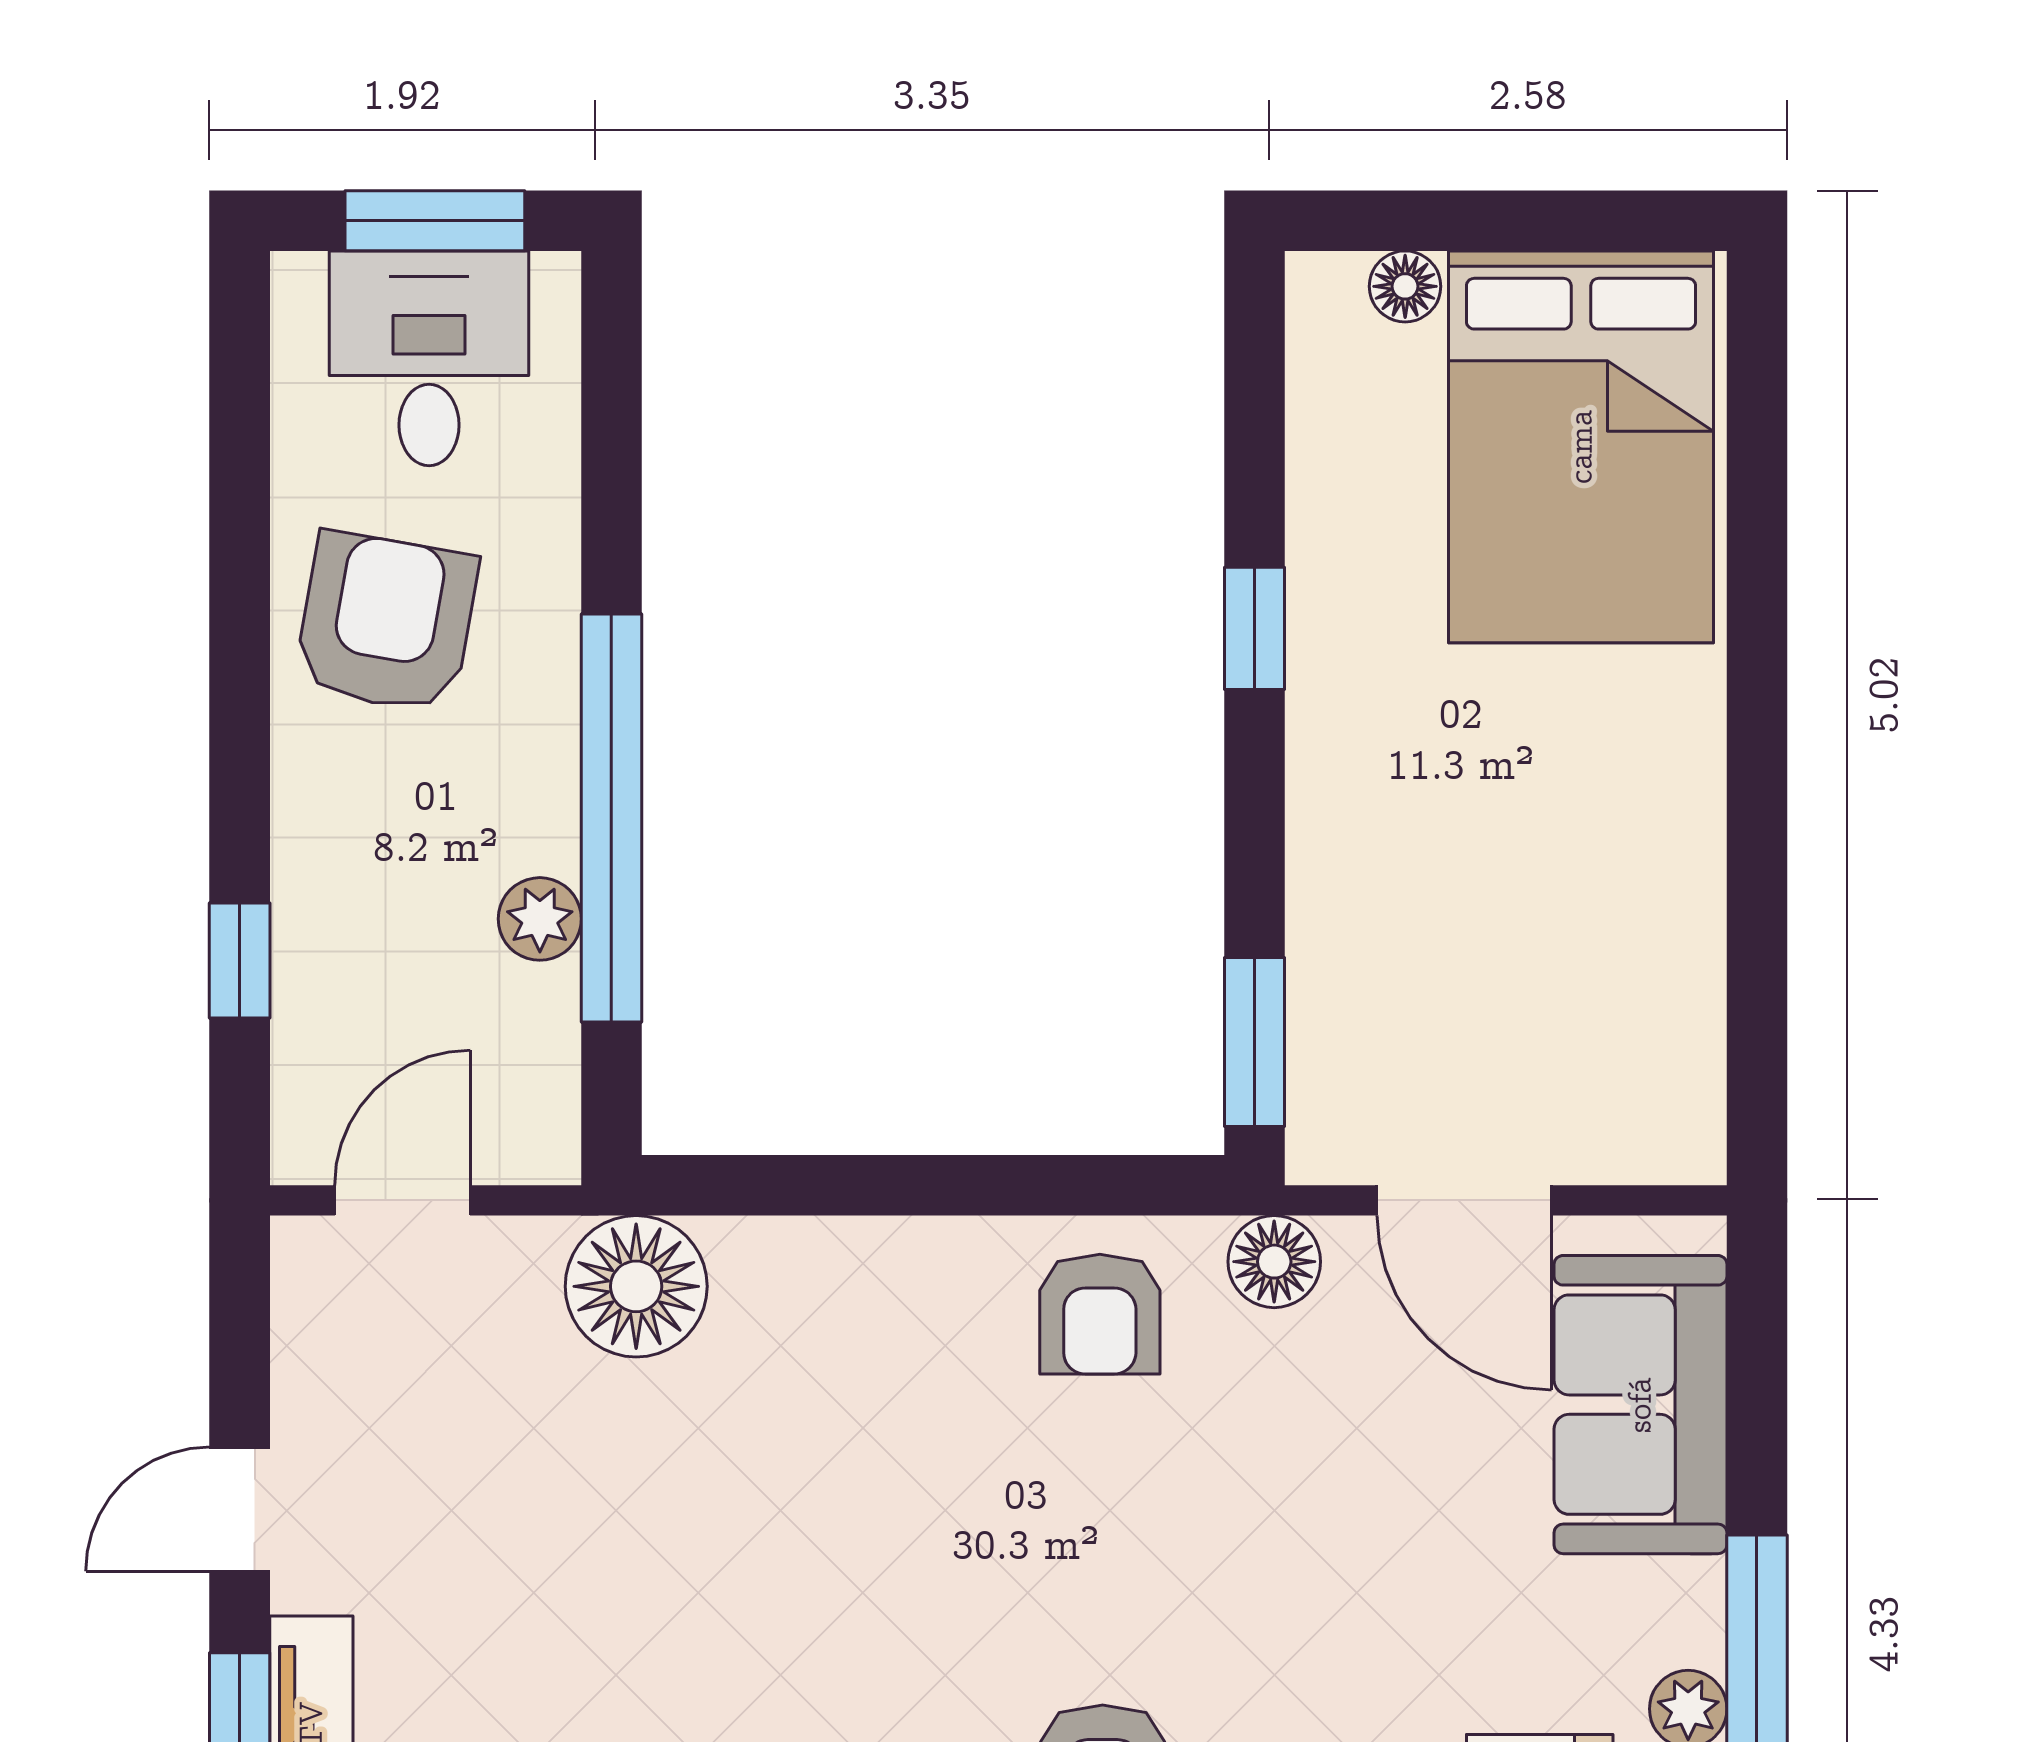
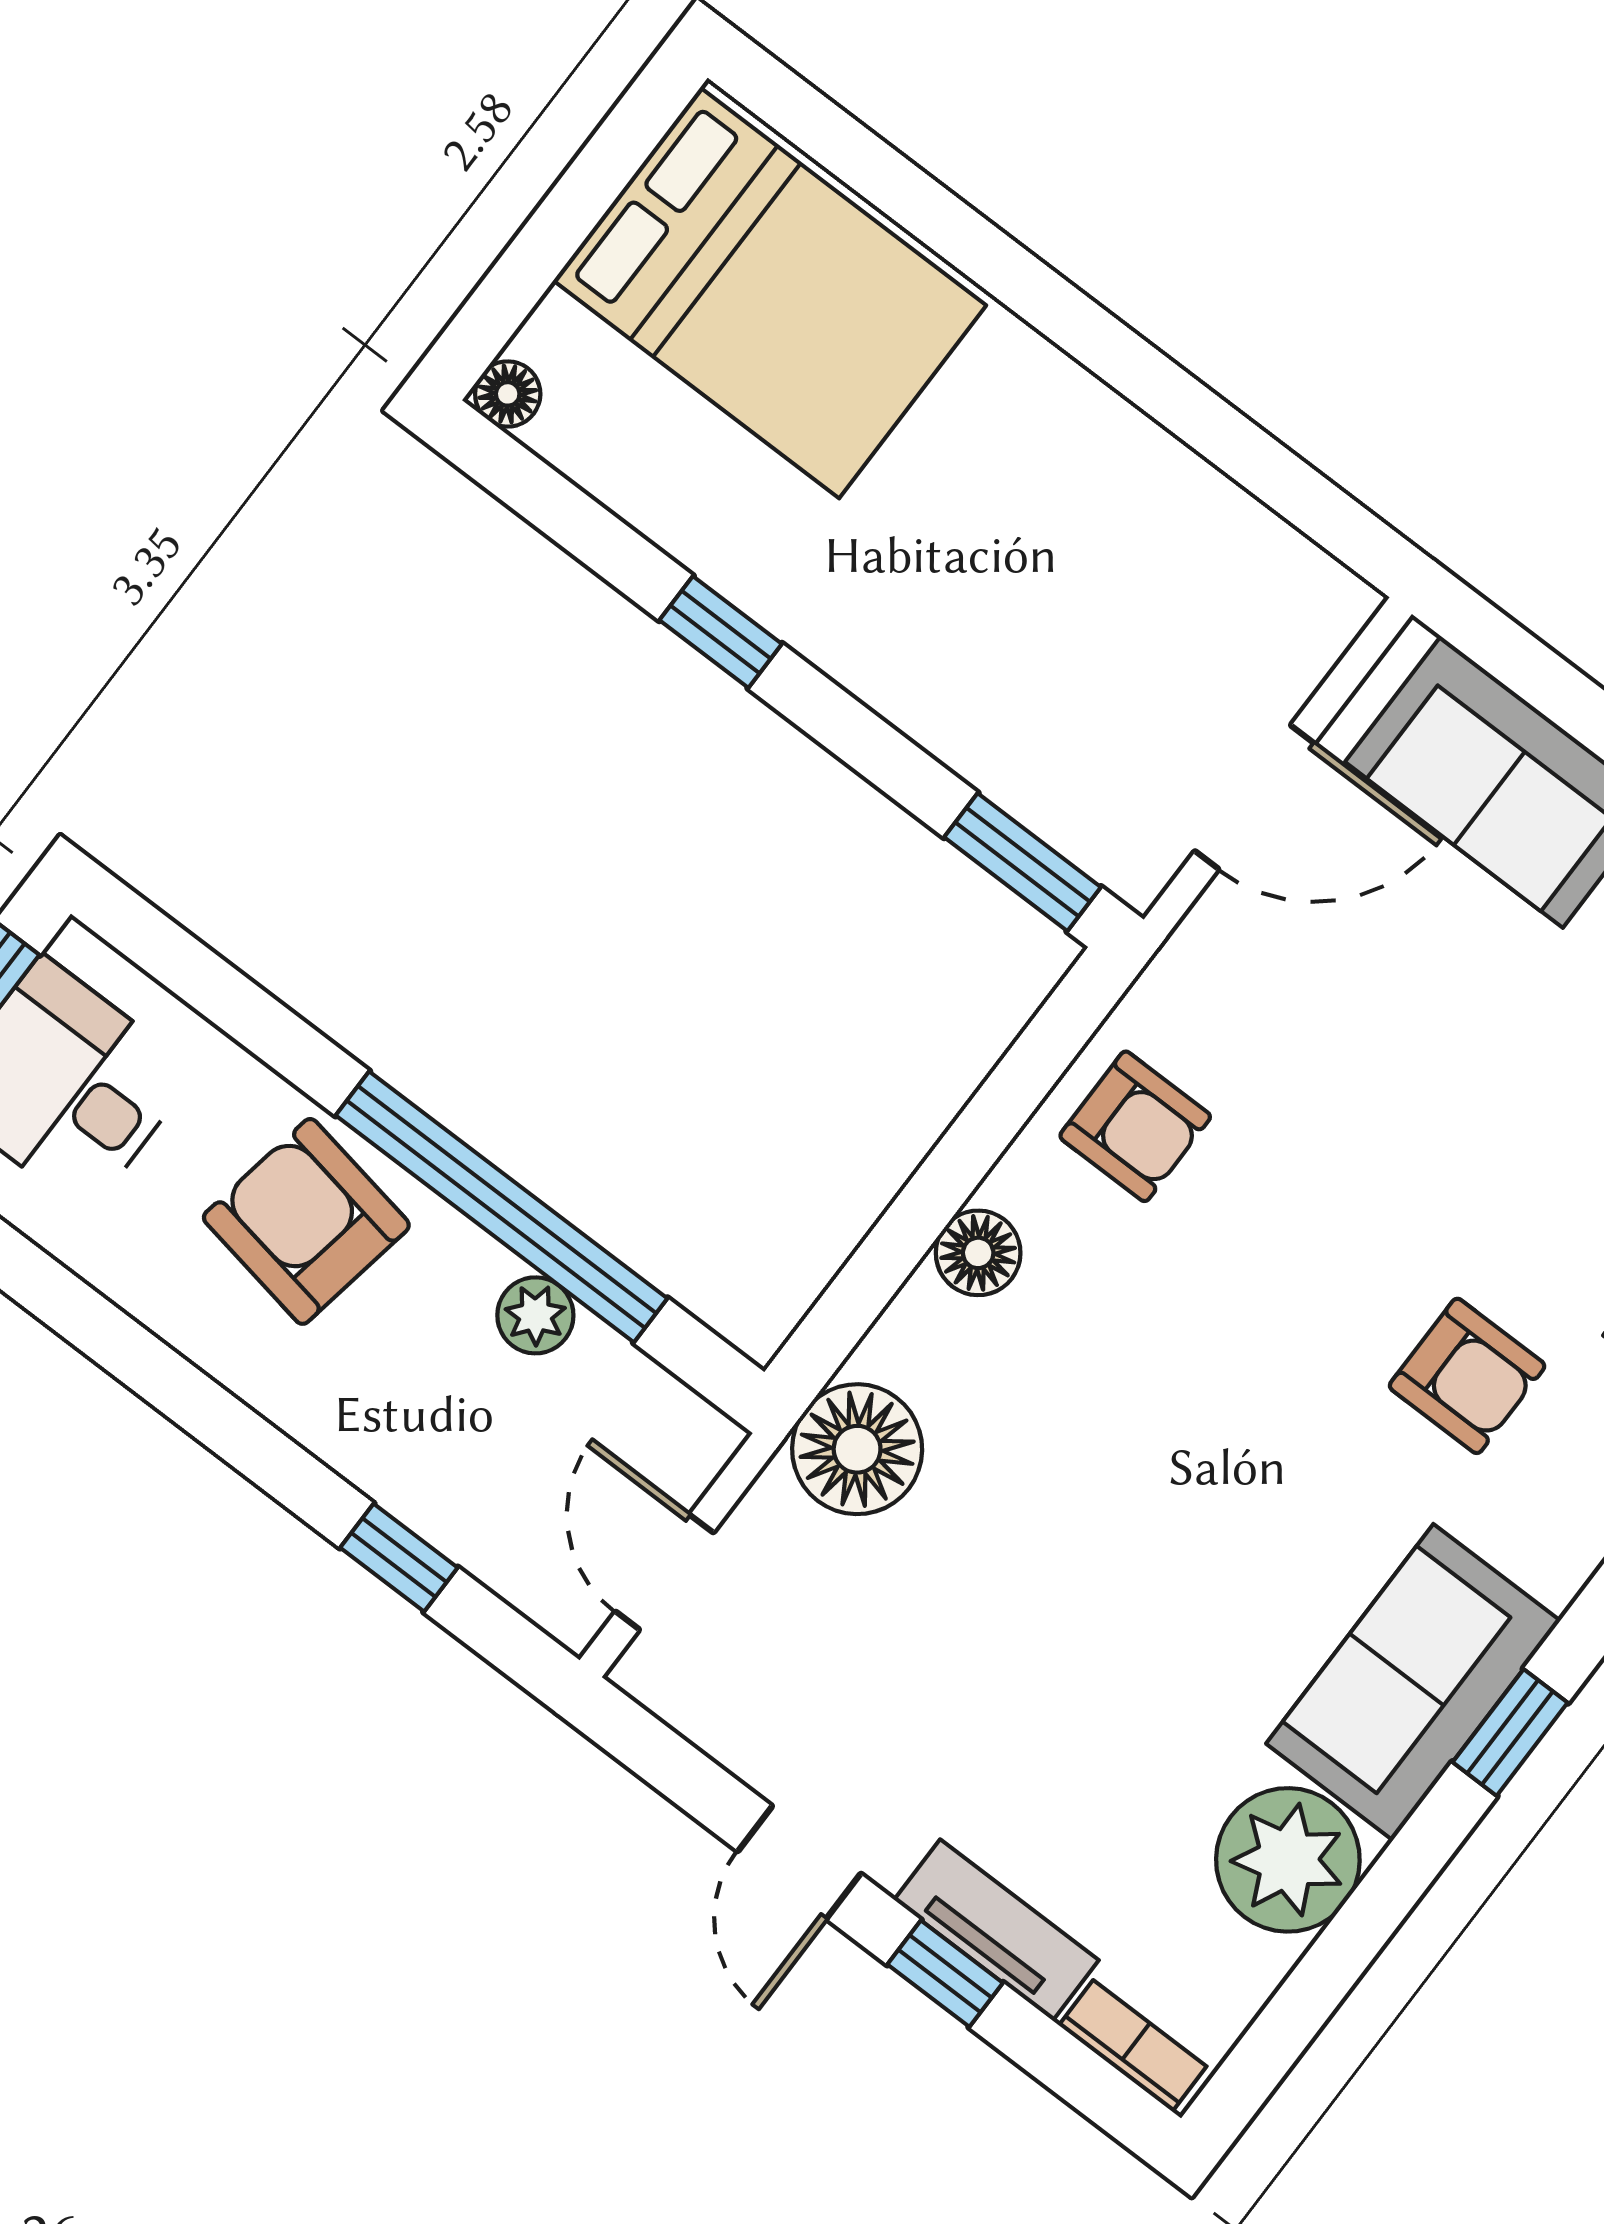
floor lamp: (1405, 286) -> (508, 394), moved
armchair: (386, 622) -> (306, 1221), moved
floor lamp: (1274, 1262) -> (978, 1253), moved

